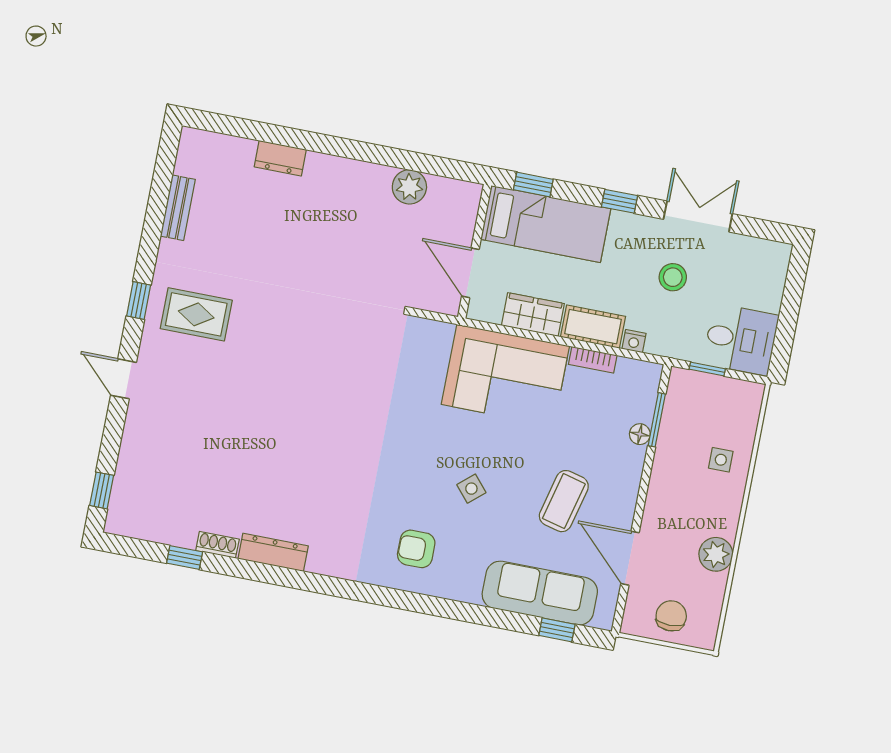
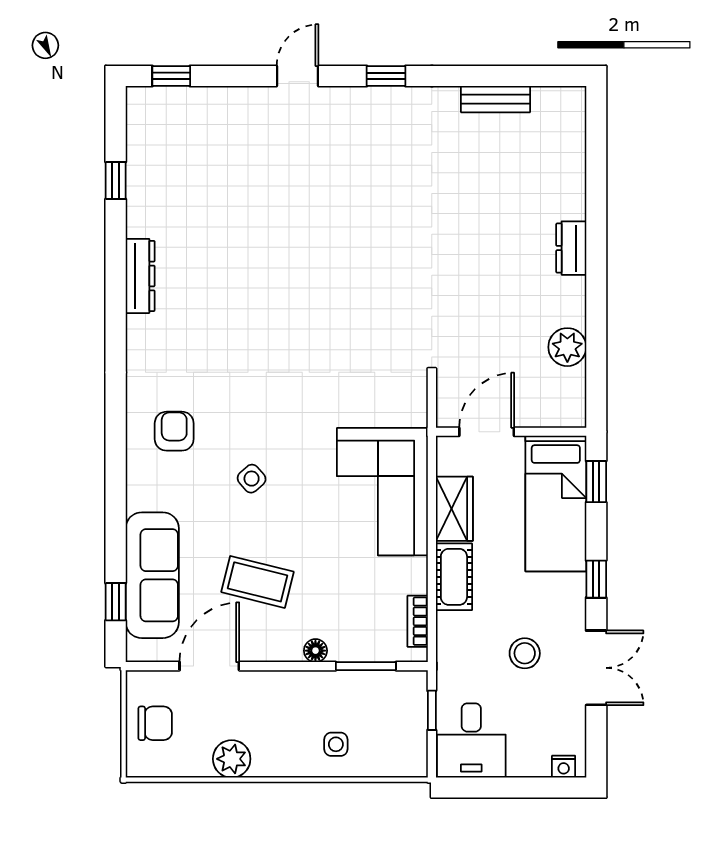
dresser: (280, 158) -> (571, 248), moved
rug: (196, 314) -> (383, 142), removed
nightstand: (634, 341) -> (564, 767), moved, turned -90
bookcase: (593, 360) -> (418, 621), moved
floor lamp: (640, 434) -> (315, 651), moved
shoe rack: (217, 545) -> (136, 214), removed

